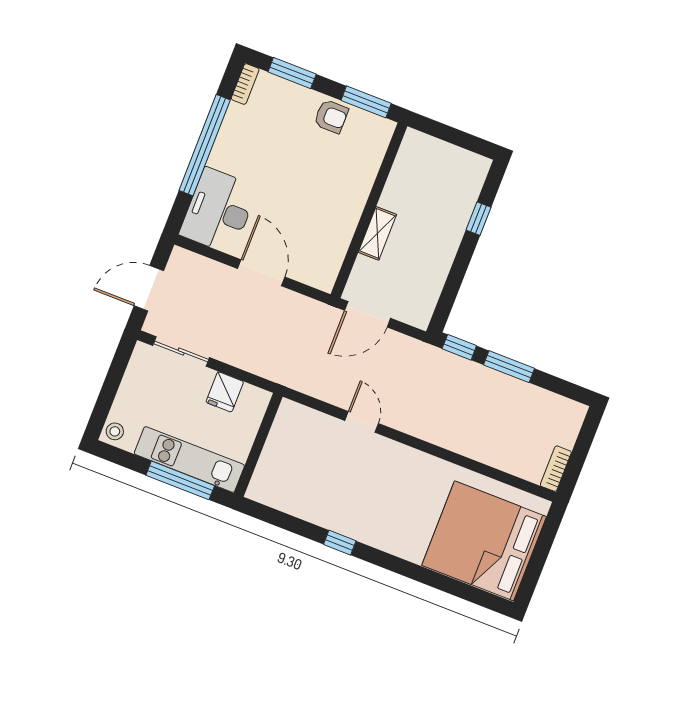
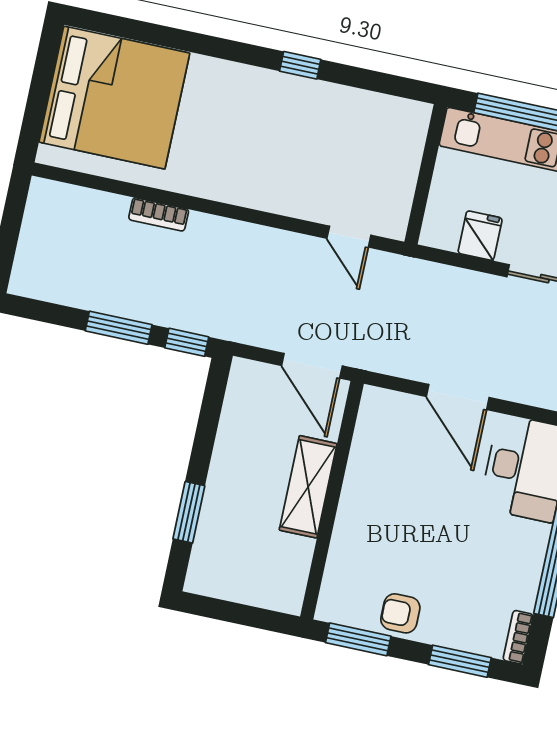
window: (478, 219) -> (189, 512), width x1.50
shelving: (377, 233) -> (308, 487), width x1.50, depth x1.33
door: (368, 314) -> (312, 366), swing flipped
door: (362, 422) -> (349, 237), moved
bookcase: (556, 469) -> (159, 214), moved, turned 90

